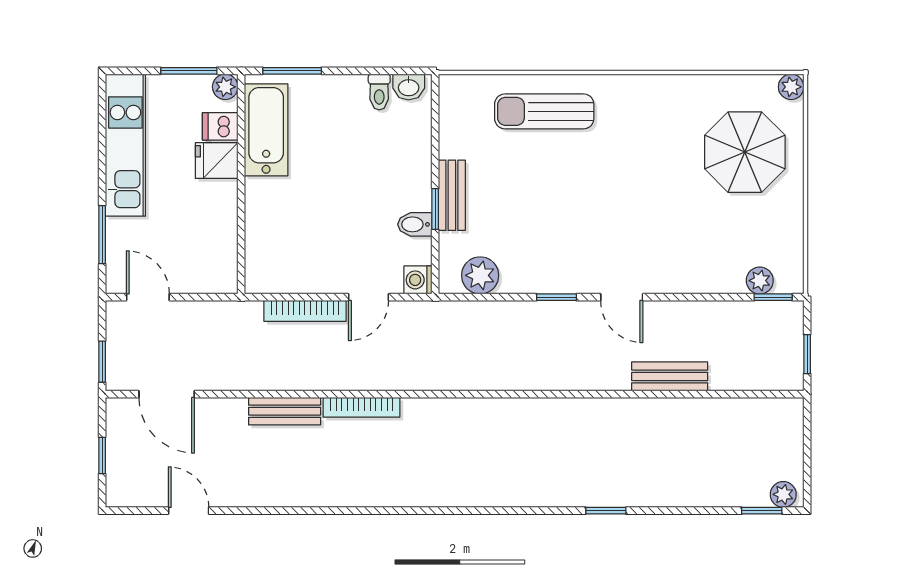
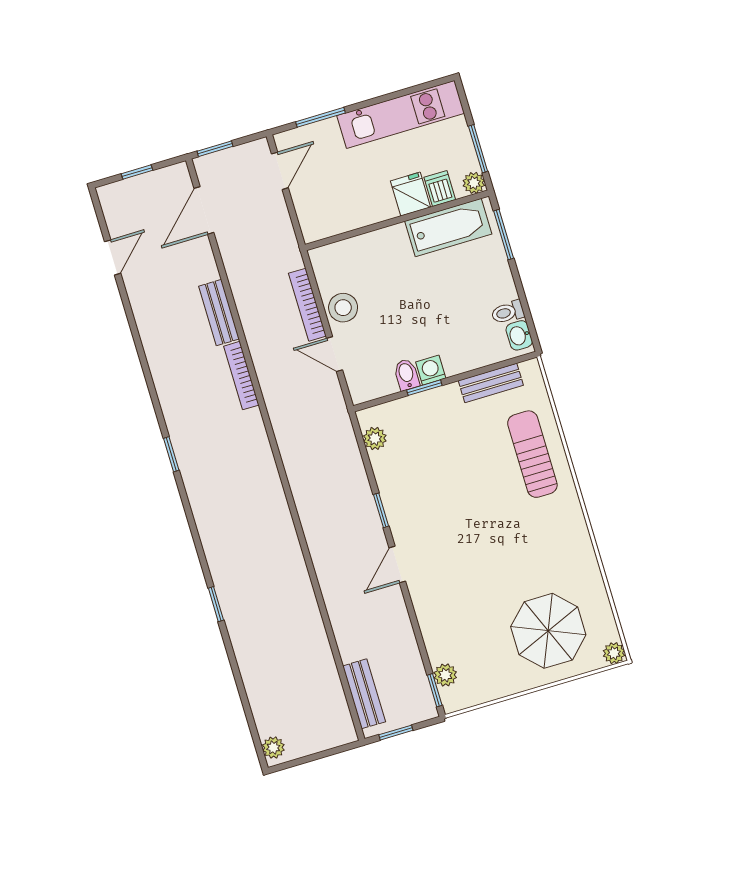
bench: (452, 195) -> (491, 383), moved
stool: (320, 272) -> (343, 308), added
plant: (480, 275) -> (375, 438), width x0.73, depth x0.73
washing machine: (418, 280) -> (431, 370), moved
bench: (670, 376) -> (364, 694), moved
window: (762, 511) -> (171, 454), moved

